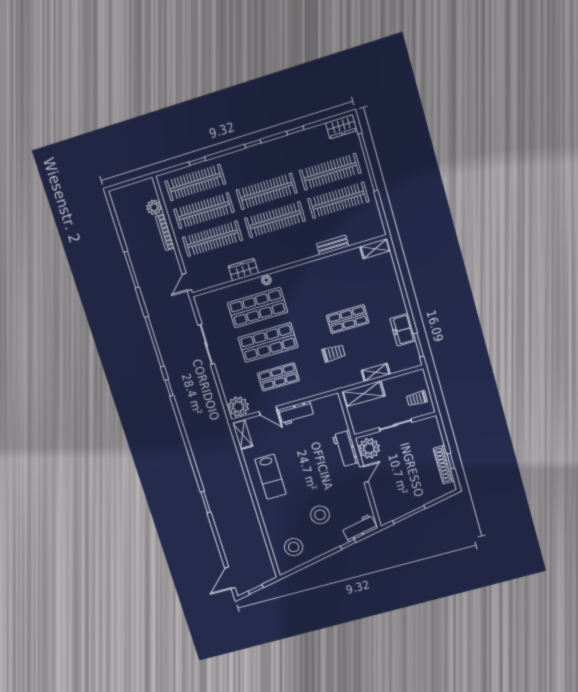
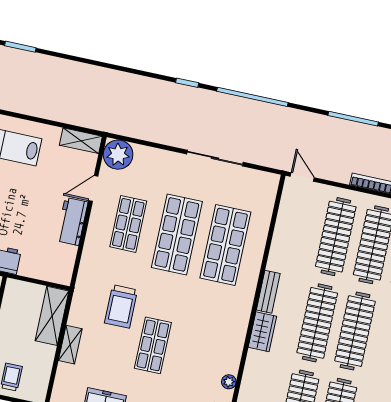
bench: (333, 245) -> (268, 292), moved
wardrobe: (243, 270) -> (262, 332), moved
plant: (266, 280) -> (229, 382), moved
trolley: (334, 353) -> (121, 306), width x1.36, depth x1.39

